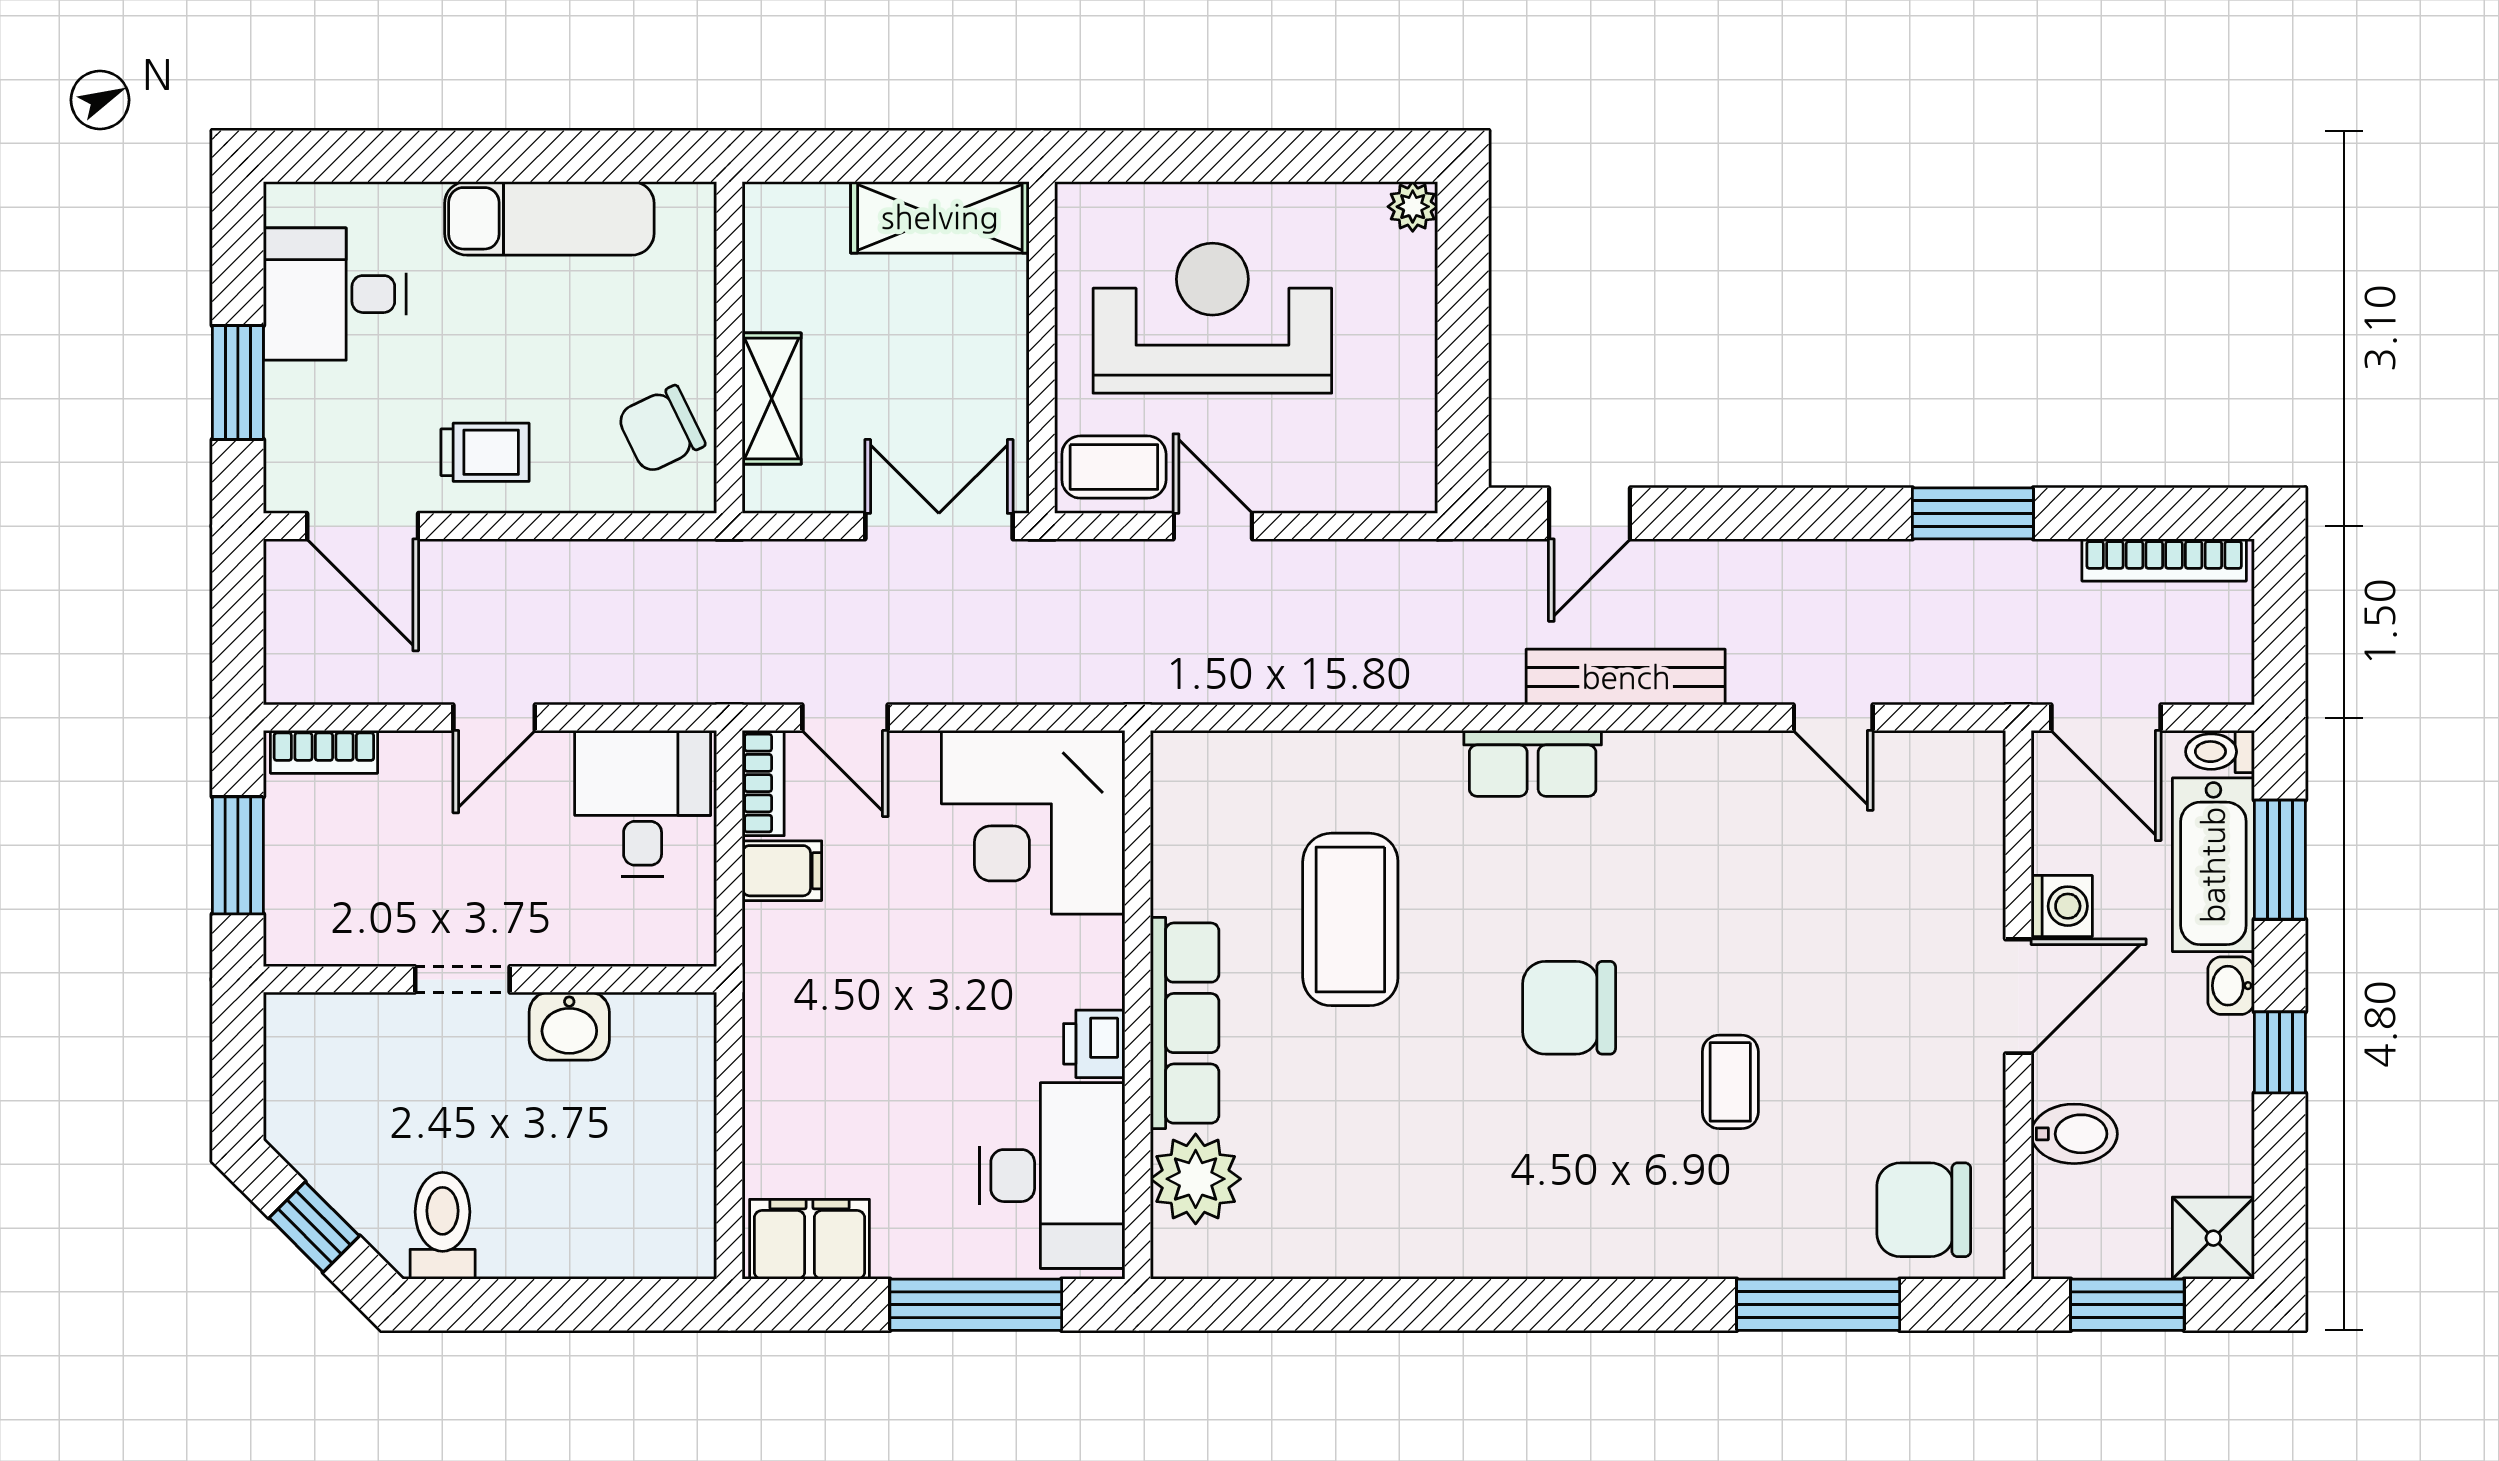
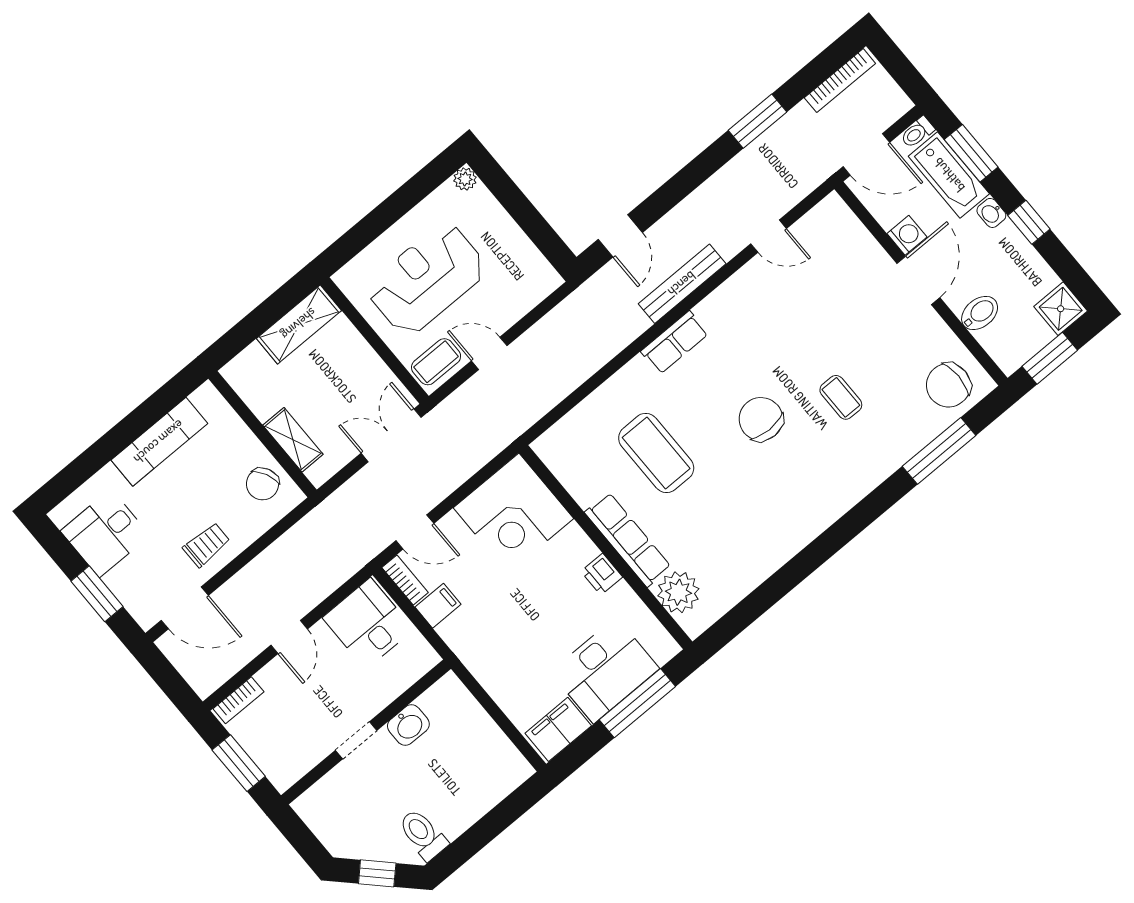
chair: (1569, 1008) -> (761, 419), turned 90
desk: (1052, 1176) -> (605, 670), moved, turned 90

